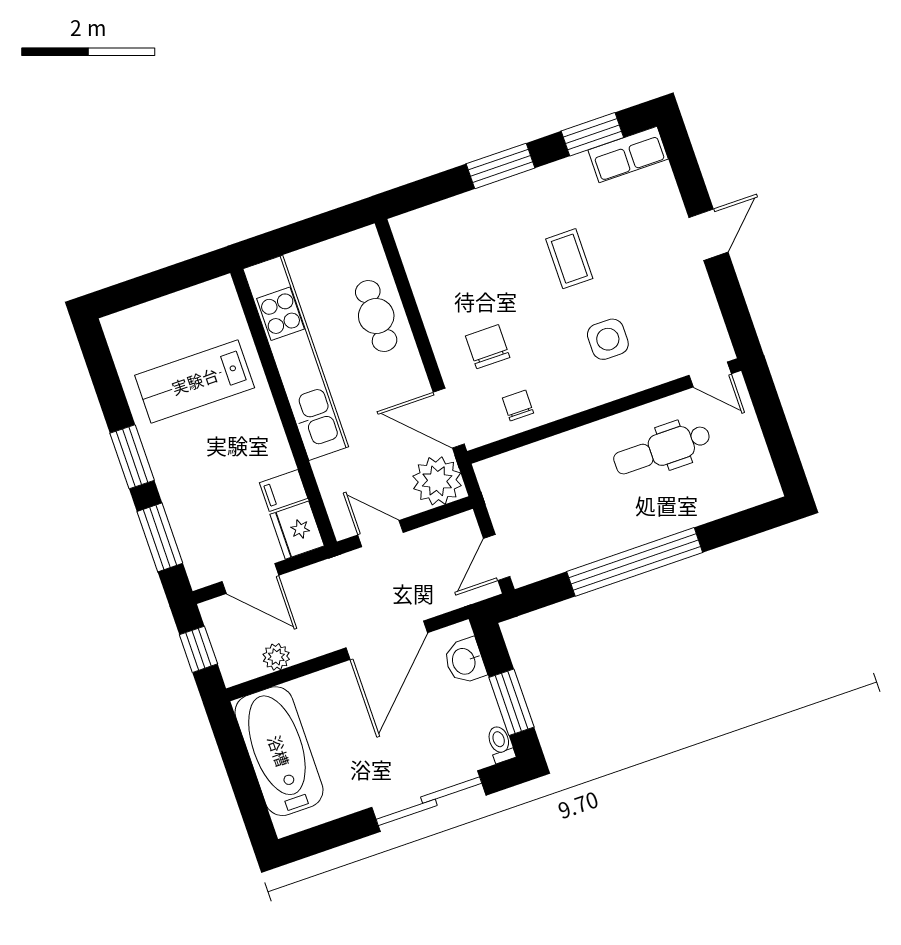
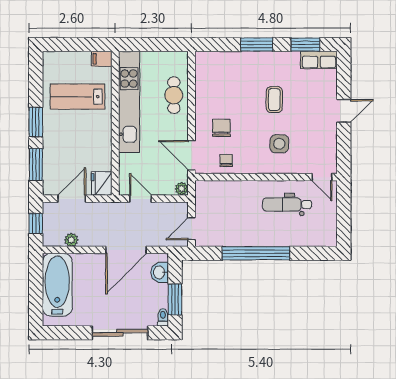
plant: (437, 481) -> (182, 189), width x0.53, depth x0.53
filing cabinet: (284, 490) -> (102, 59), moved
door: (250, 578) -> (72, 199), swing flipped

